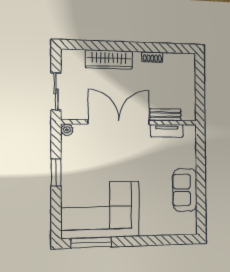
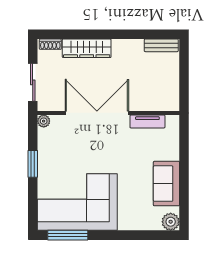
shoe rack: (152, 57) -> (50, 44), moved
bench: (165, 115) -> (161, 45), moved
plant: (189, 226) -> (171, 222), added

